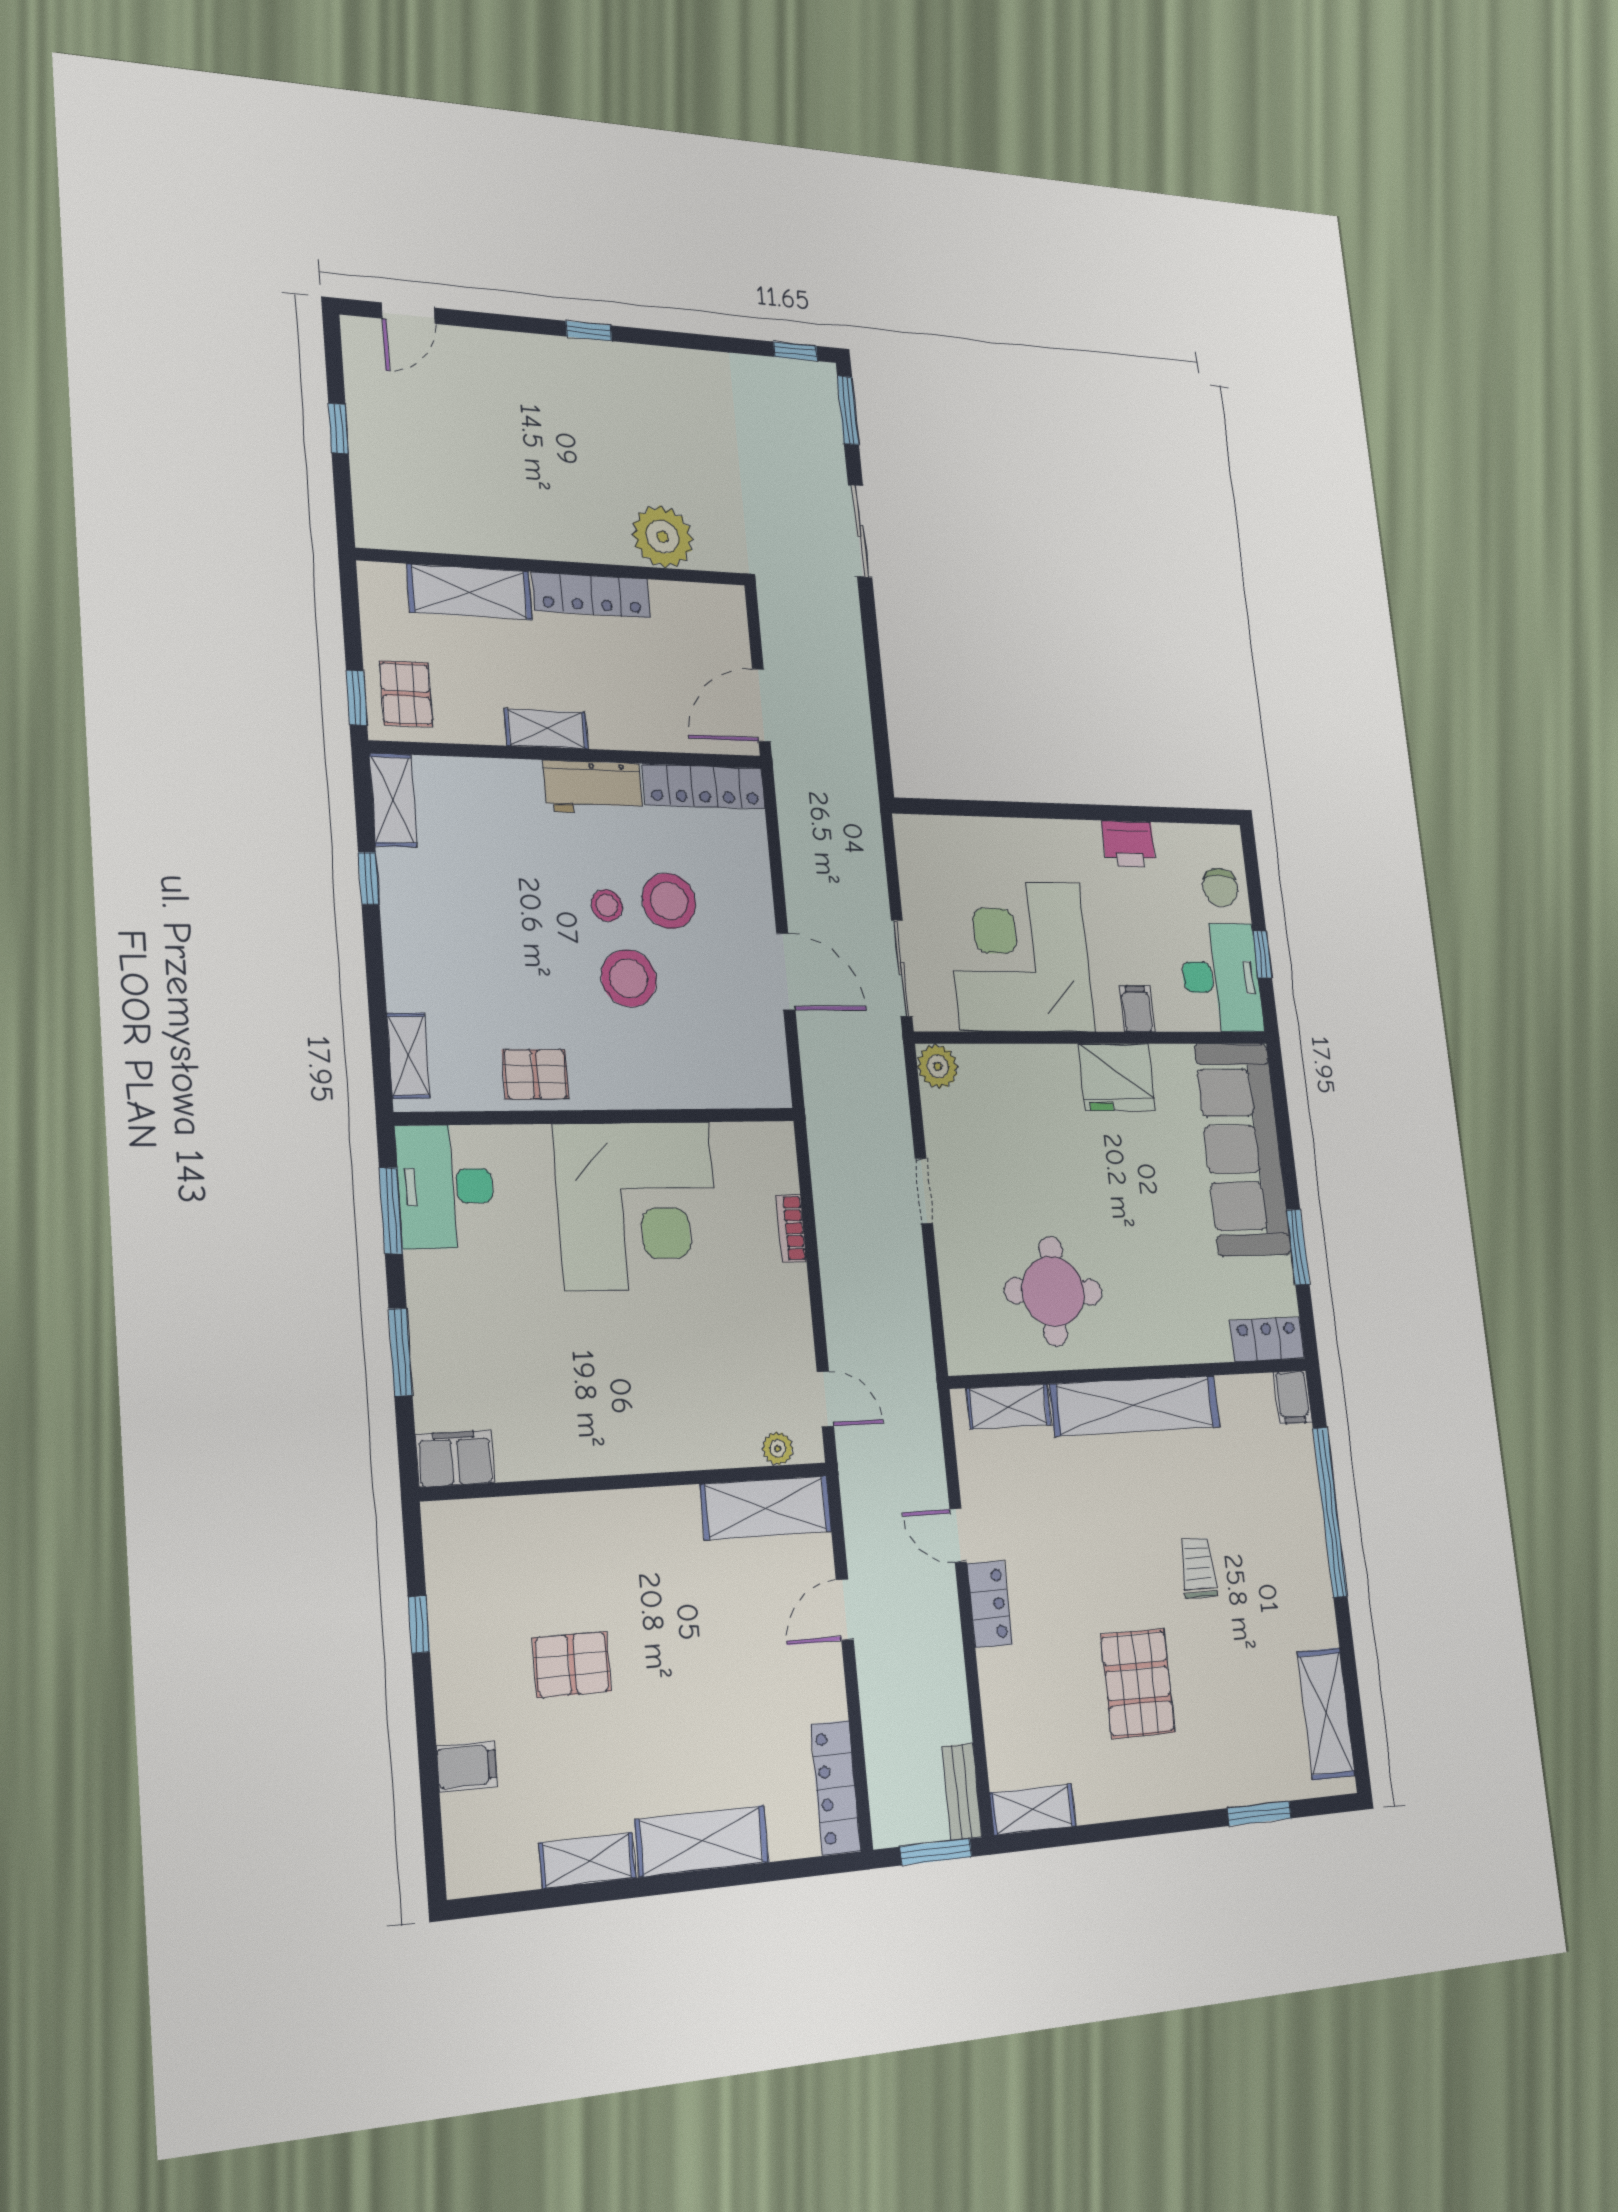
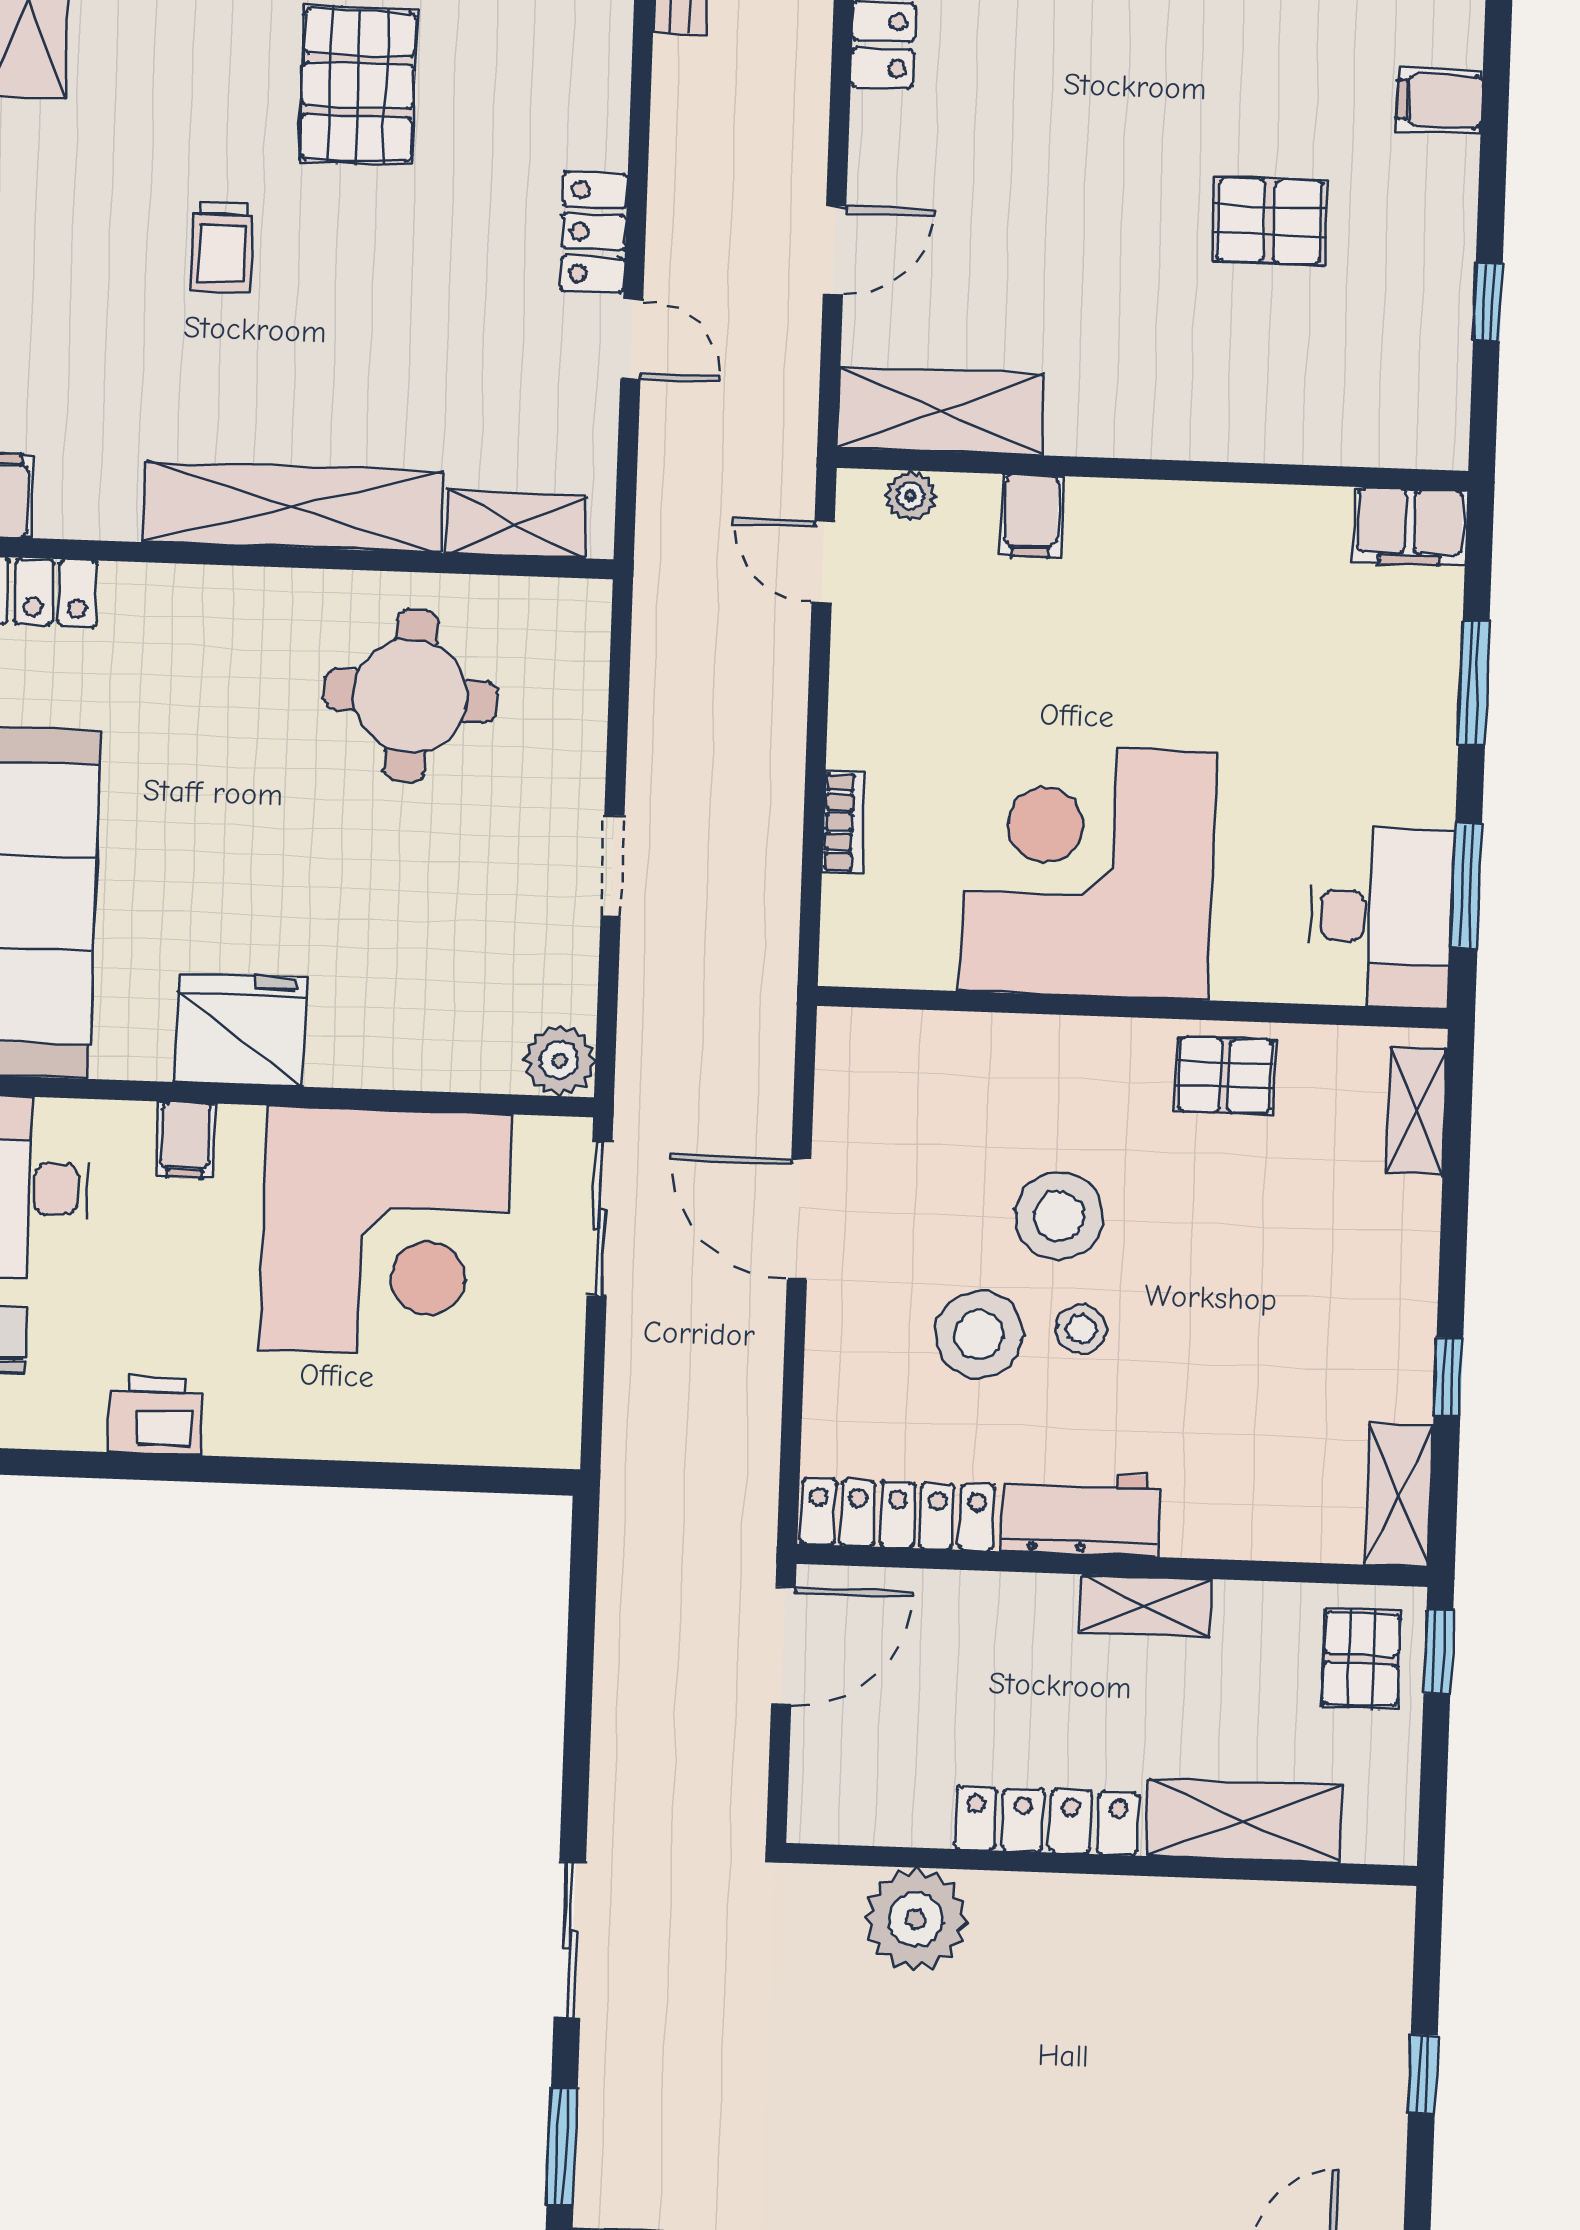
filing cabinet: (701, 1442) -> (1031, 516), added

